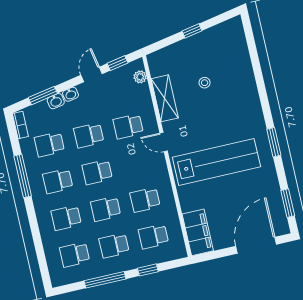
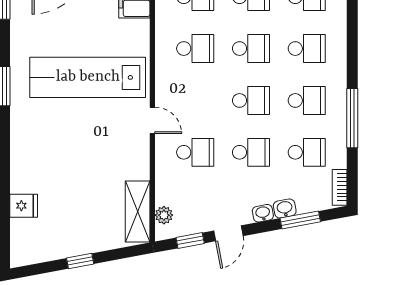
fridge: (241, 61) -> (24, 206), added
stool: (205, 83) -> (79, 188), removed
shelving: (165, 98) -> (138, 211), moved

